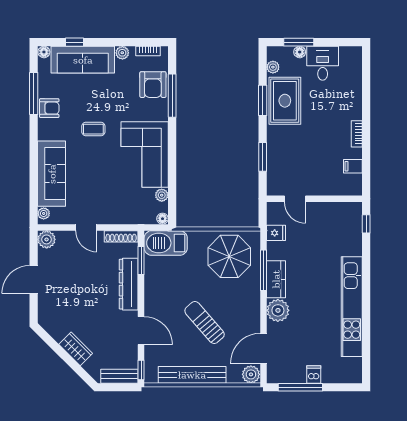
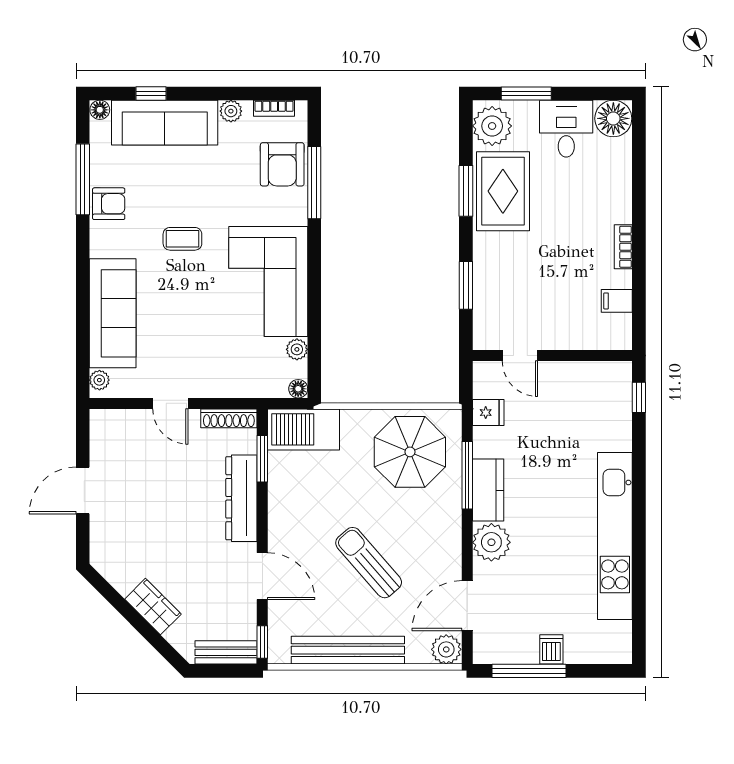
floor lamp: (300, 52) -> (613, 118), moved, width x1.89, depth x1.89
plant: (273, 67) -> (492, 126), width x1.87, depth x1.87
plant: (47, 239) -> (104, 424), removed

